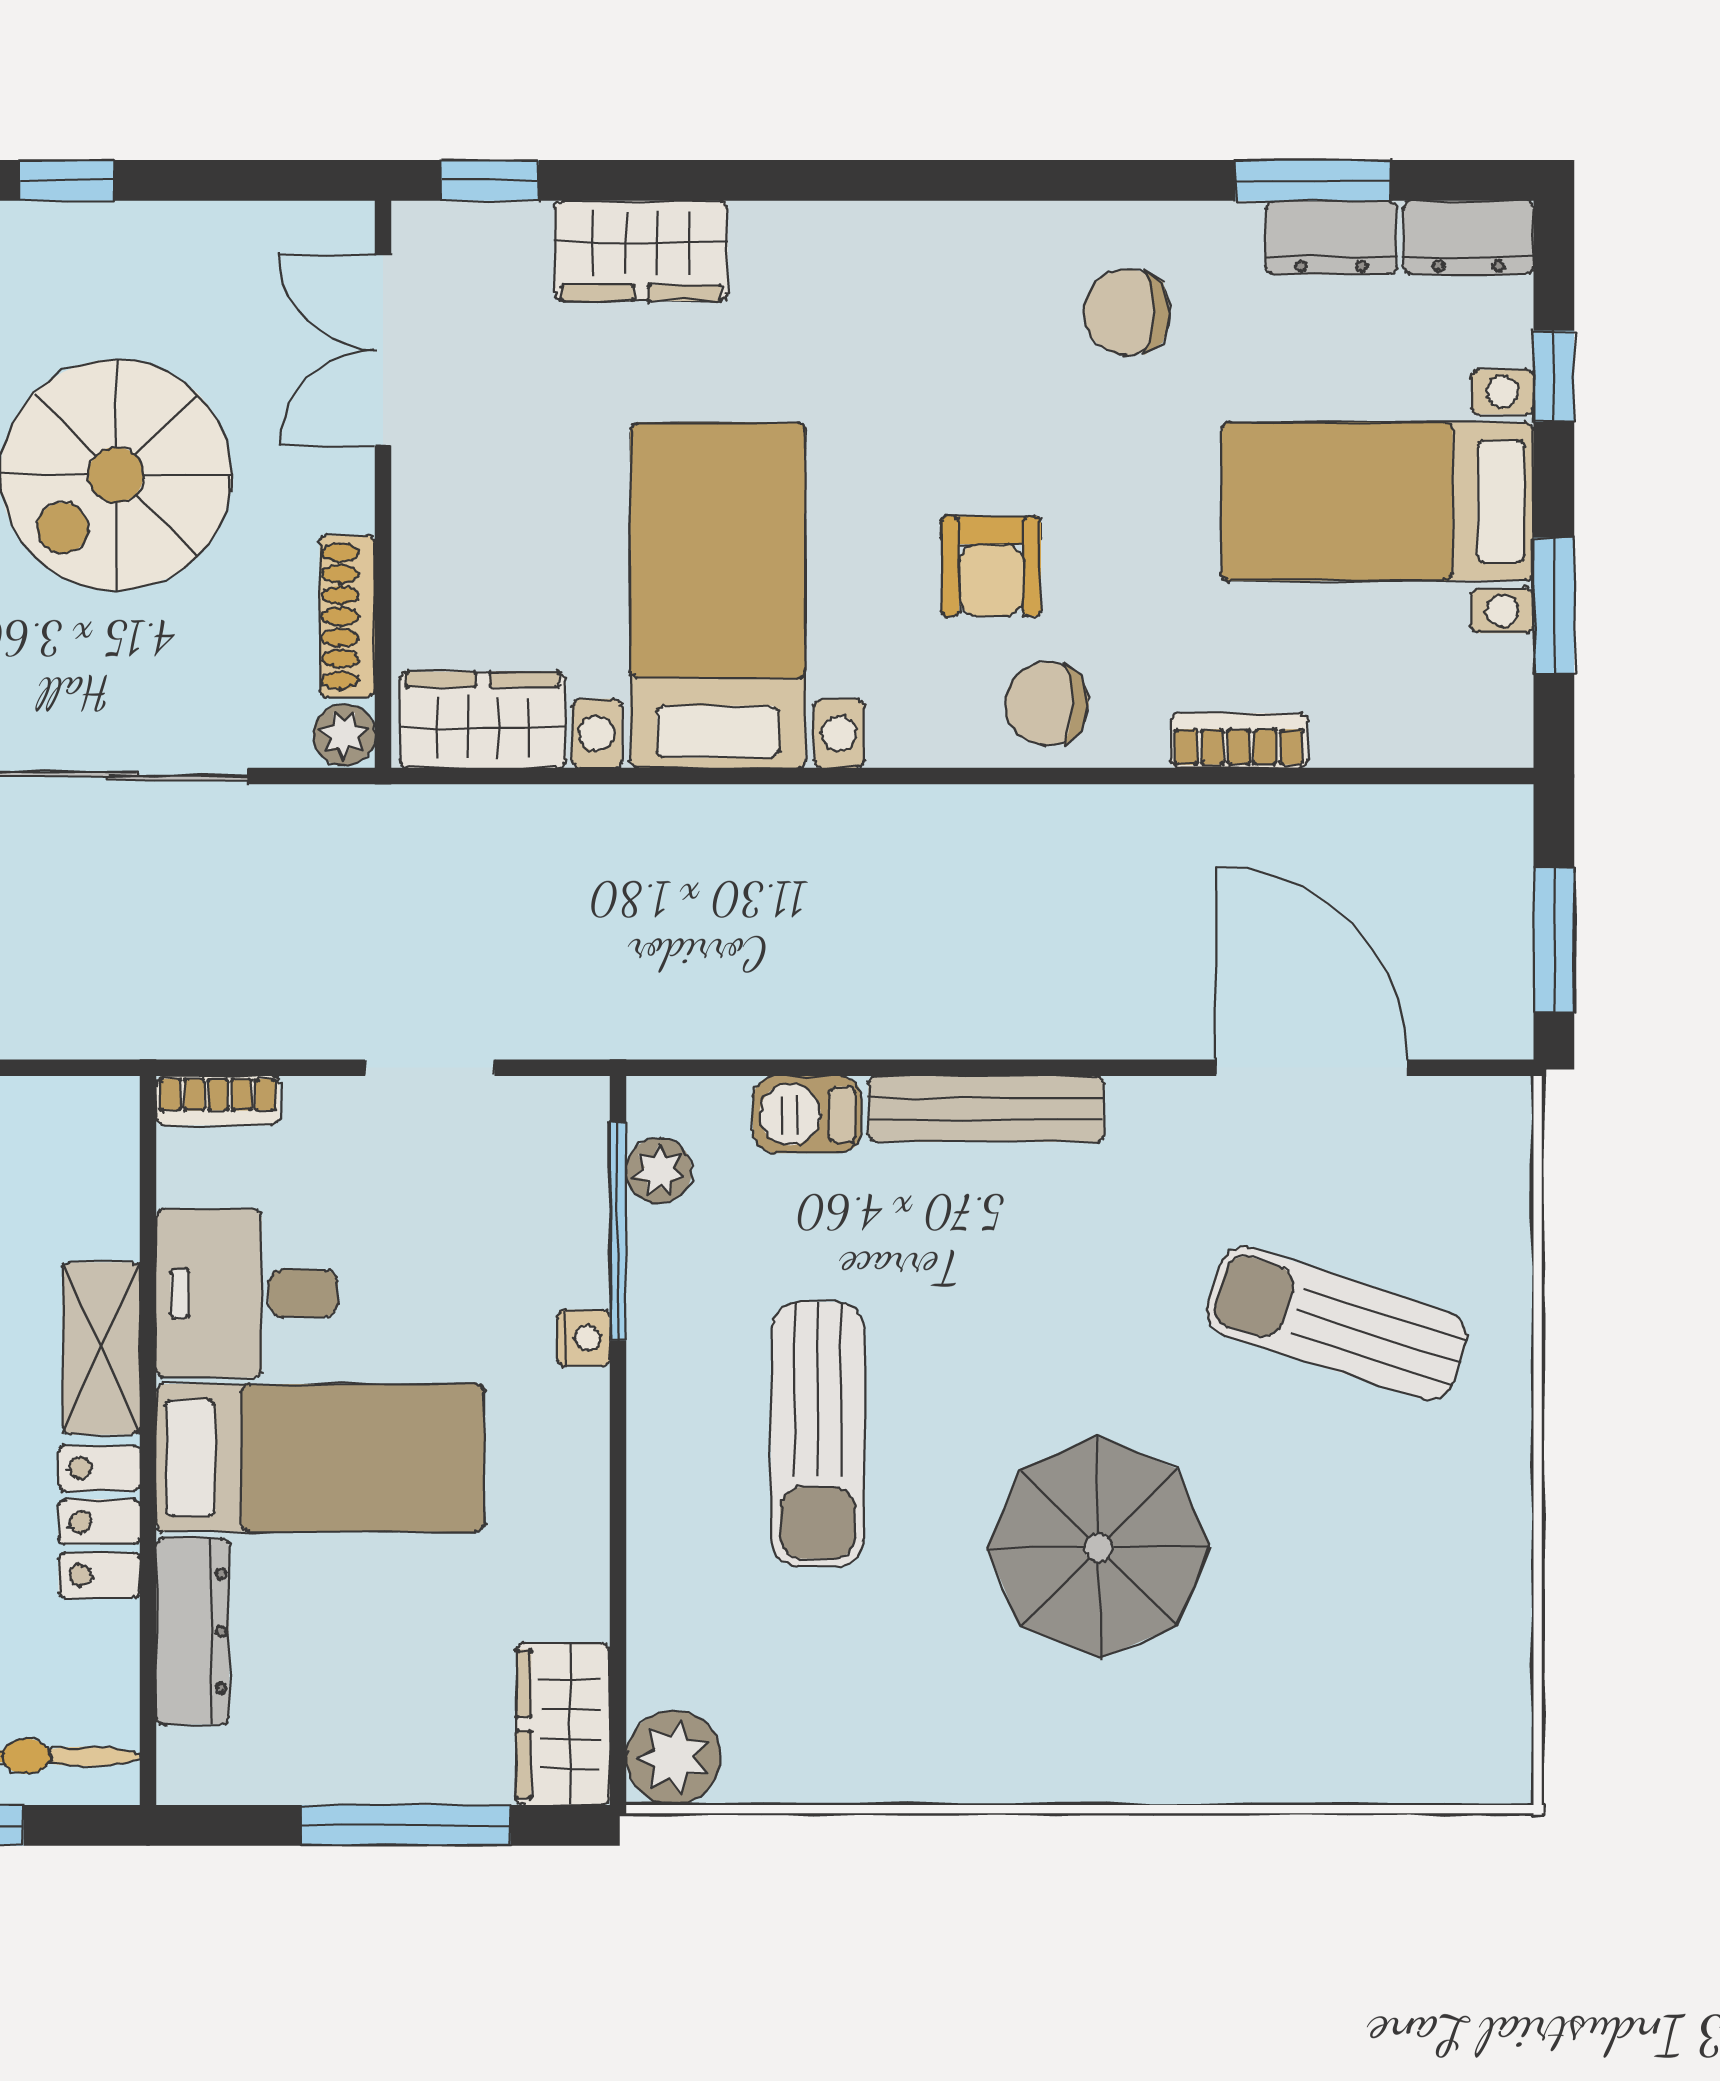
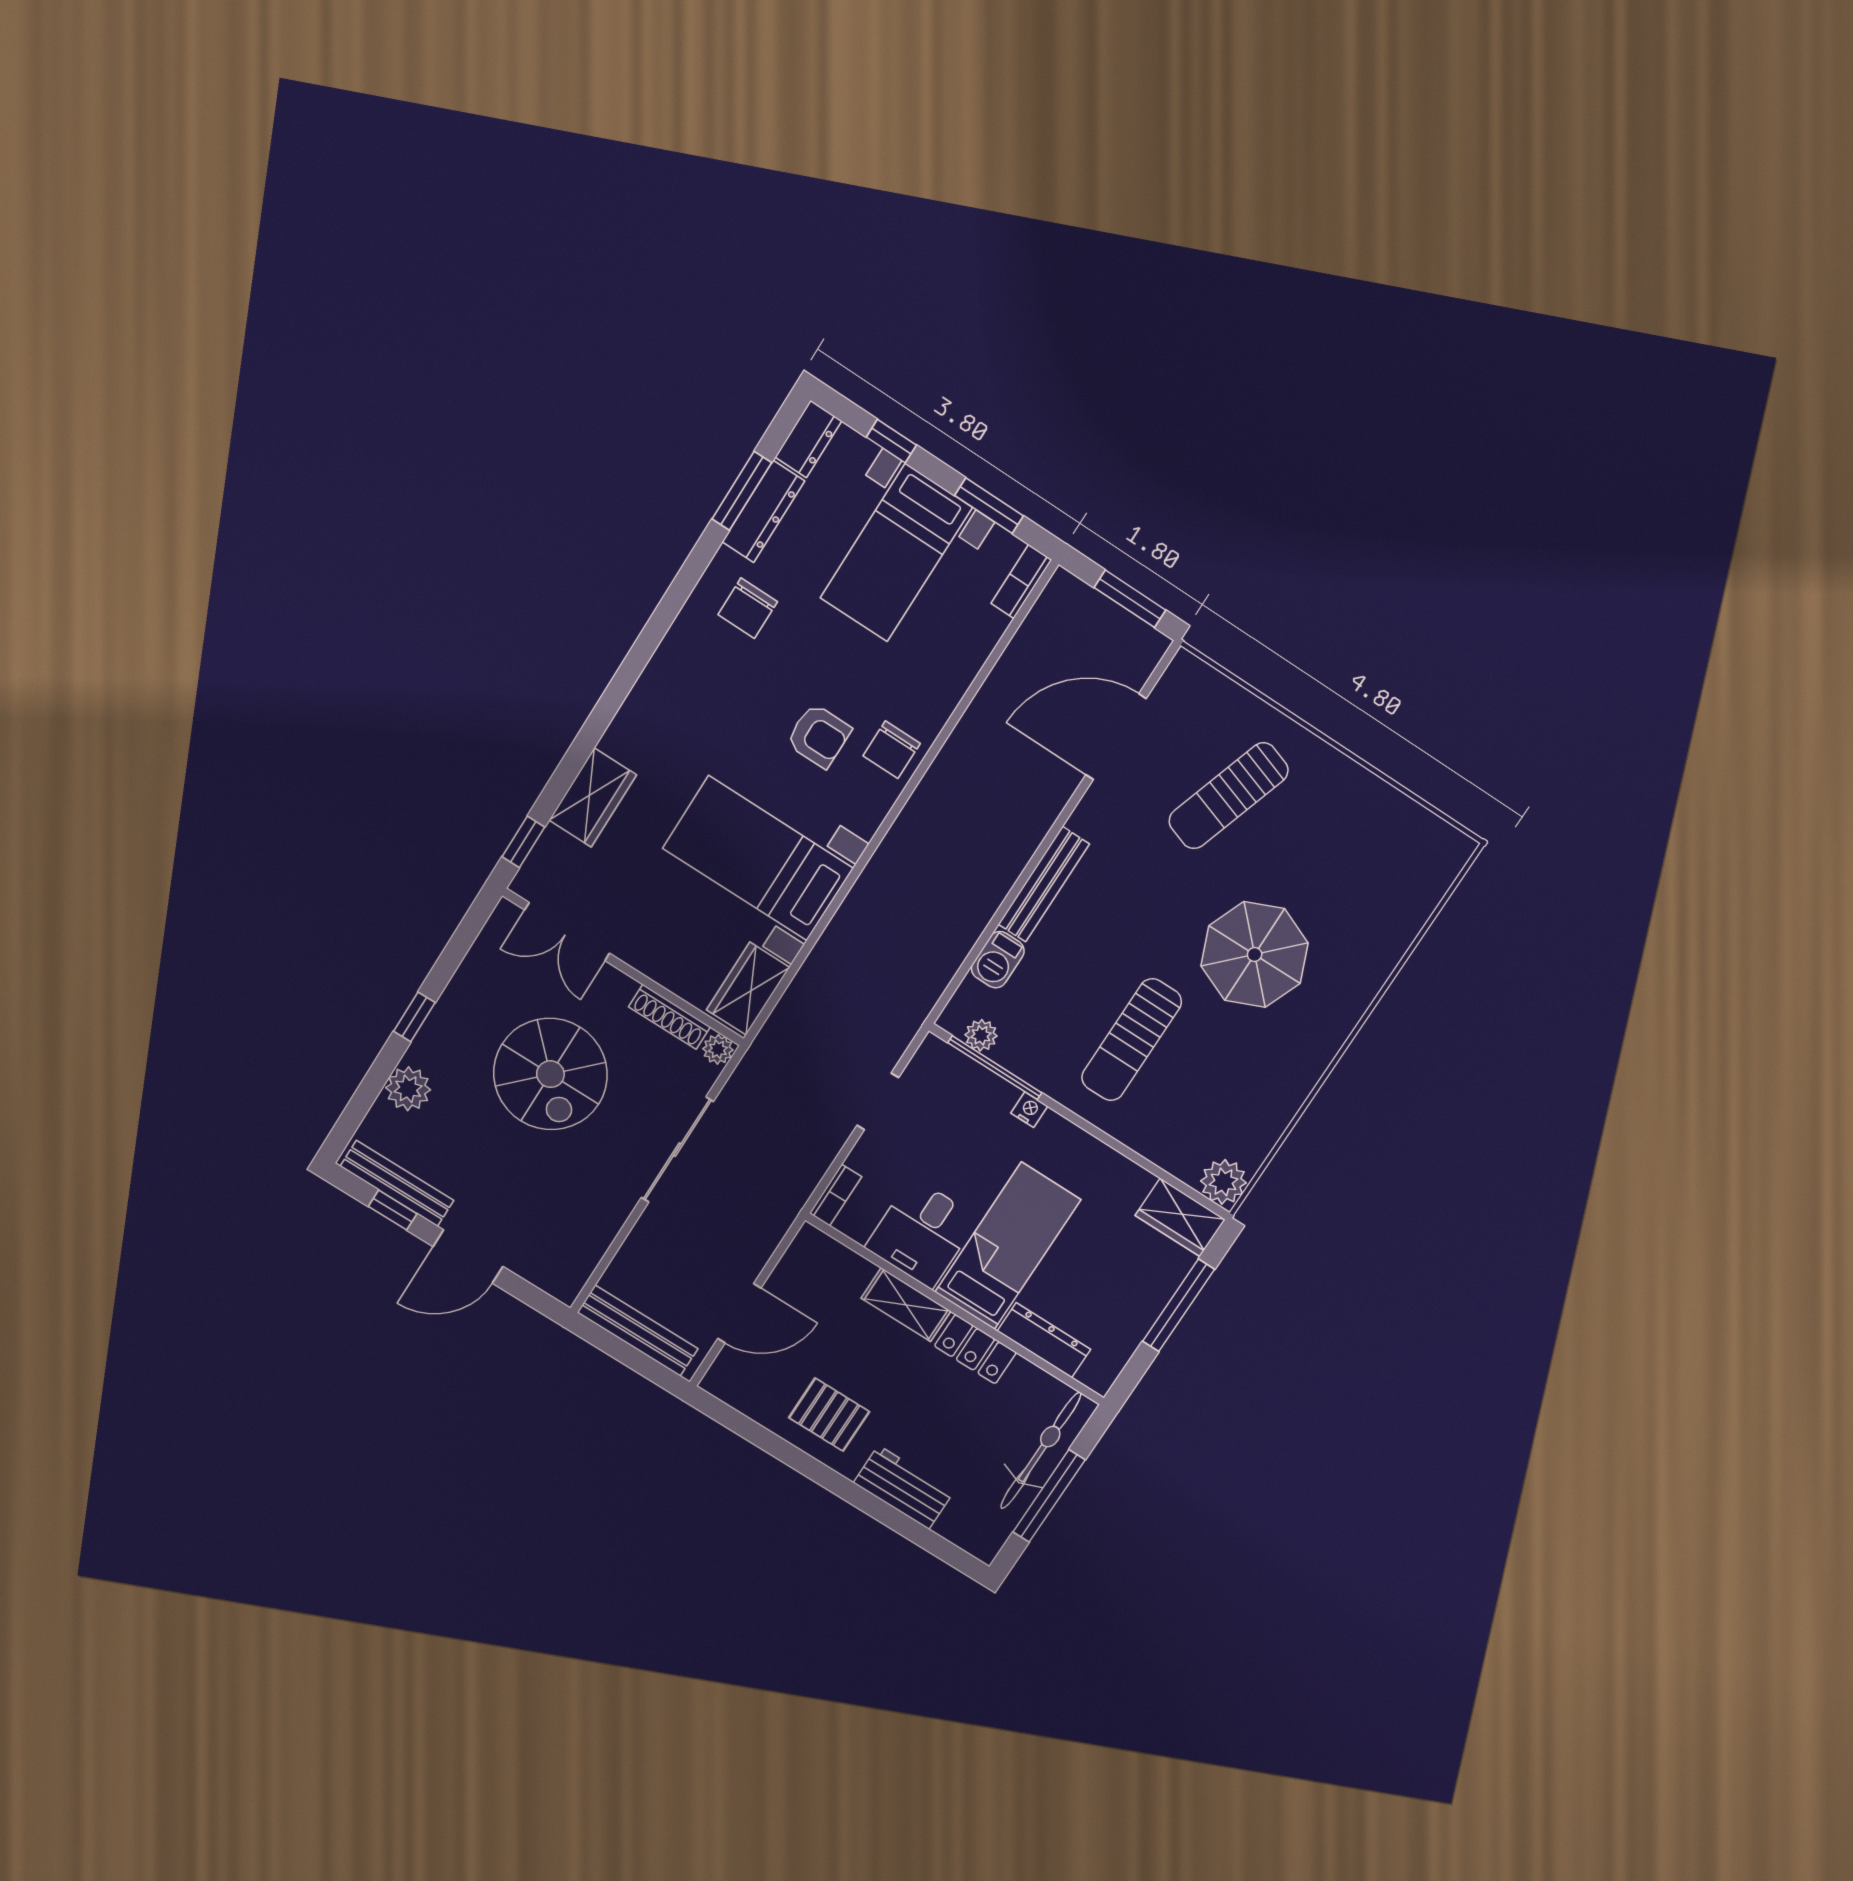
dresser: (1331, 238) -> (763, 511), width x1.44
bookcase: (1239, 740) -> (1021, 582), moved
sun lounger: (818, 1434) -> (1132, 1040), turned 90

